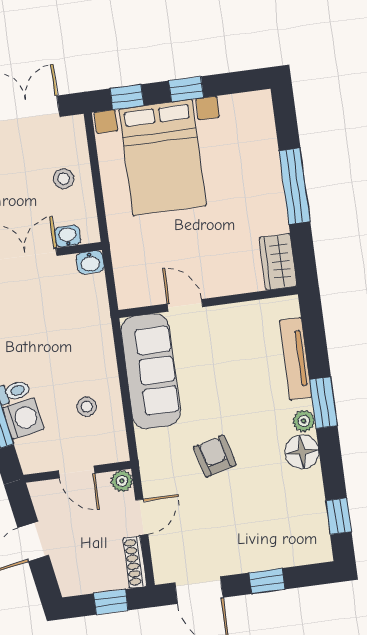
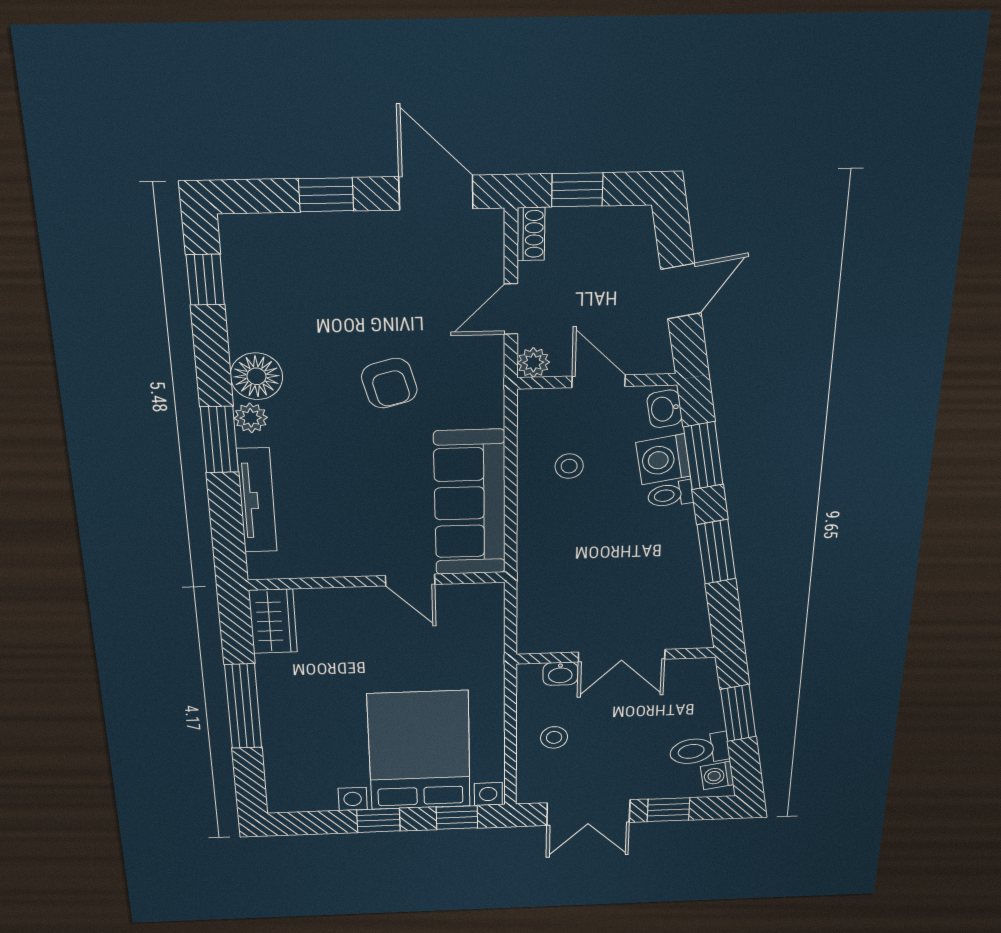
washbasin: (90, 262) -> (665, 409), moved, turned -100
shoe rack: (135, 562) -> (531, 234), width x0.70

